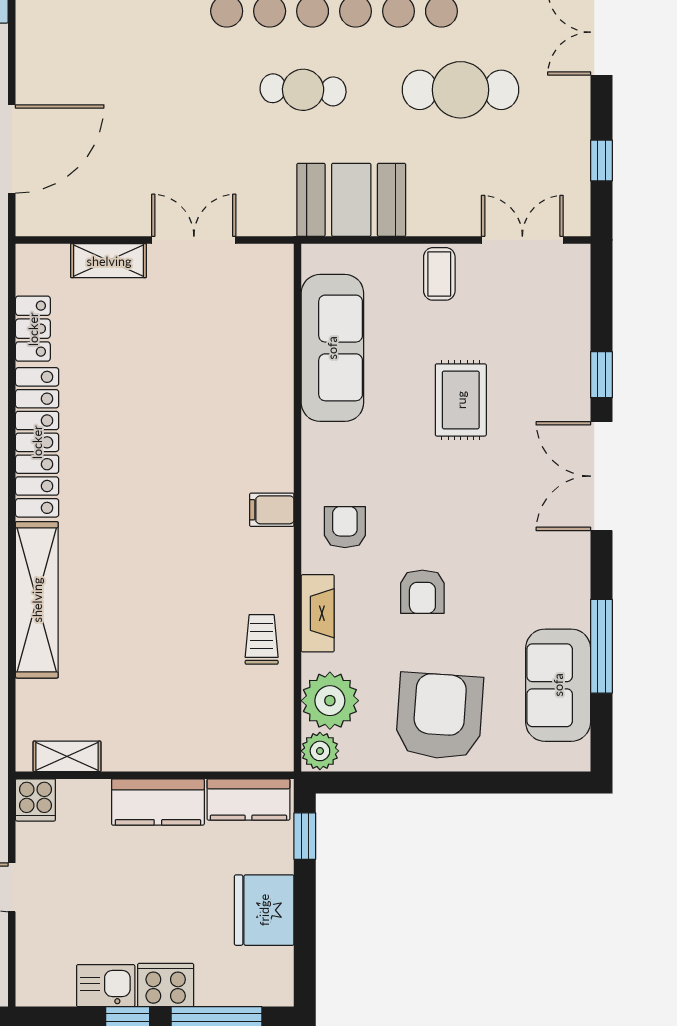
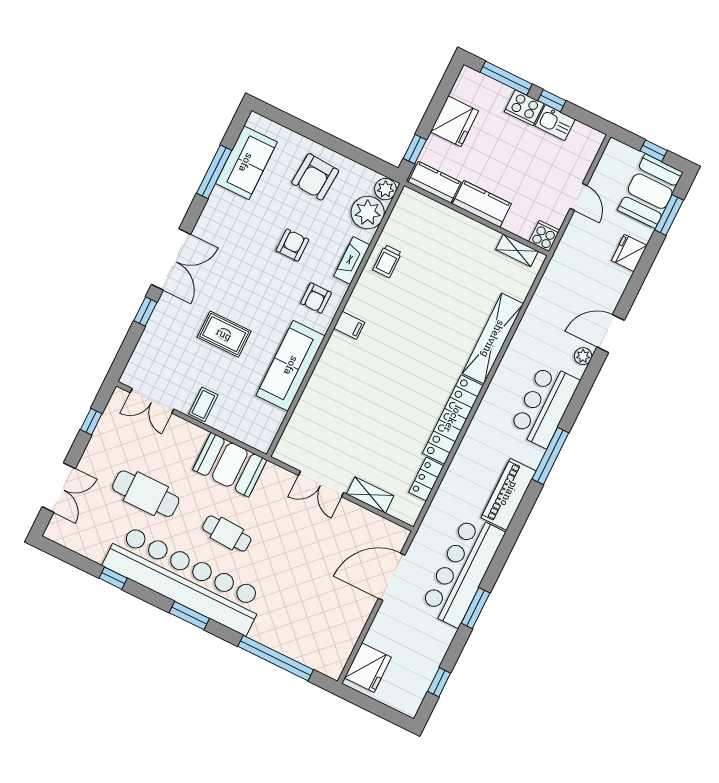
sofa: (332, 348) -> (291, 366), moved
rug: (461, 400) -> (224, 334), turned 90
armchair: (439, 716) -> (315, 177), width x0.73, depth x0.73

